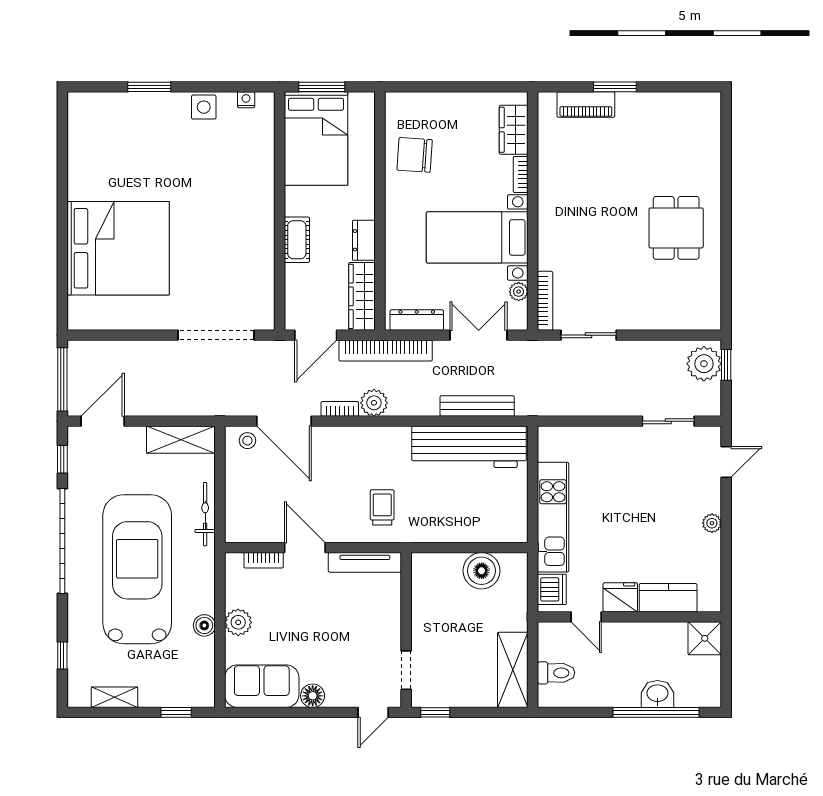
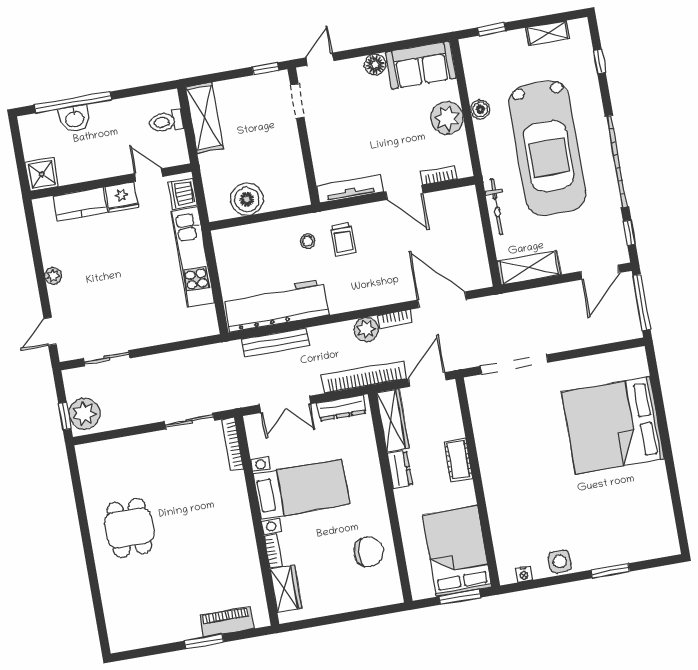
plant: (519, 292) -> (257, 448), removed
stool: (247, 441) -> (308, 241), moved
plant: (238, 622) -> (447, 118), width x1.36, depth x1.36

